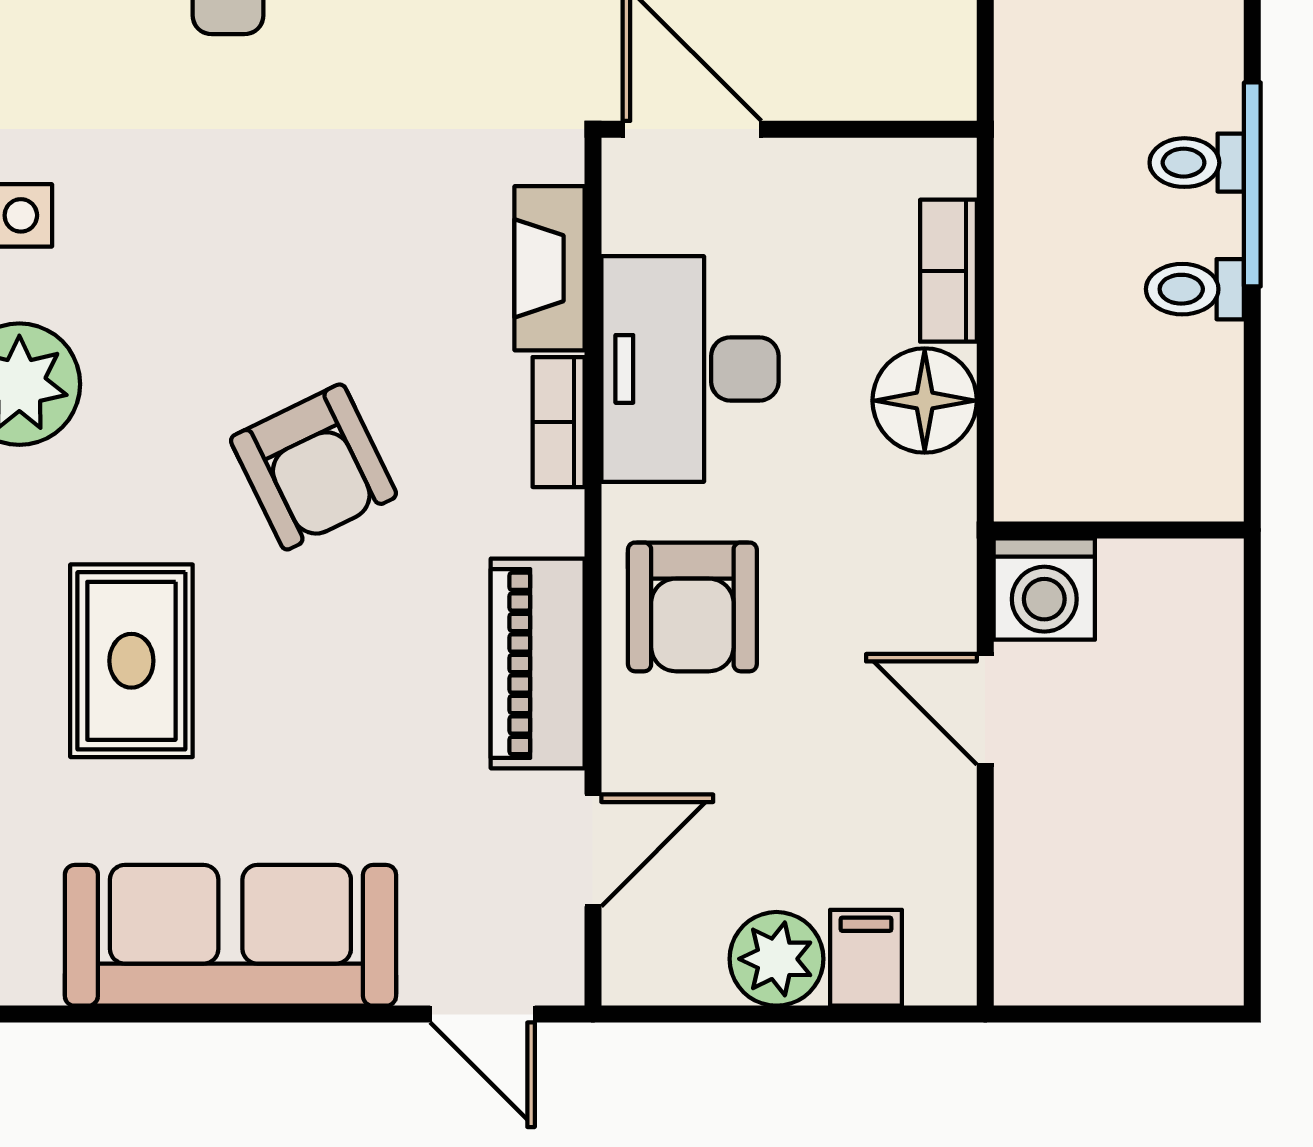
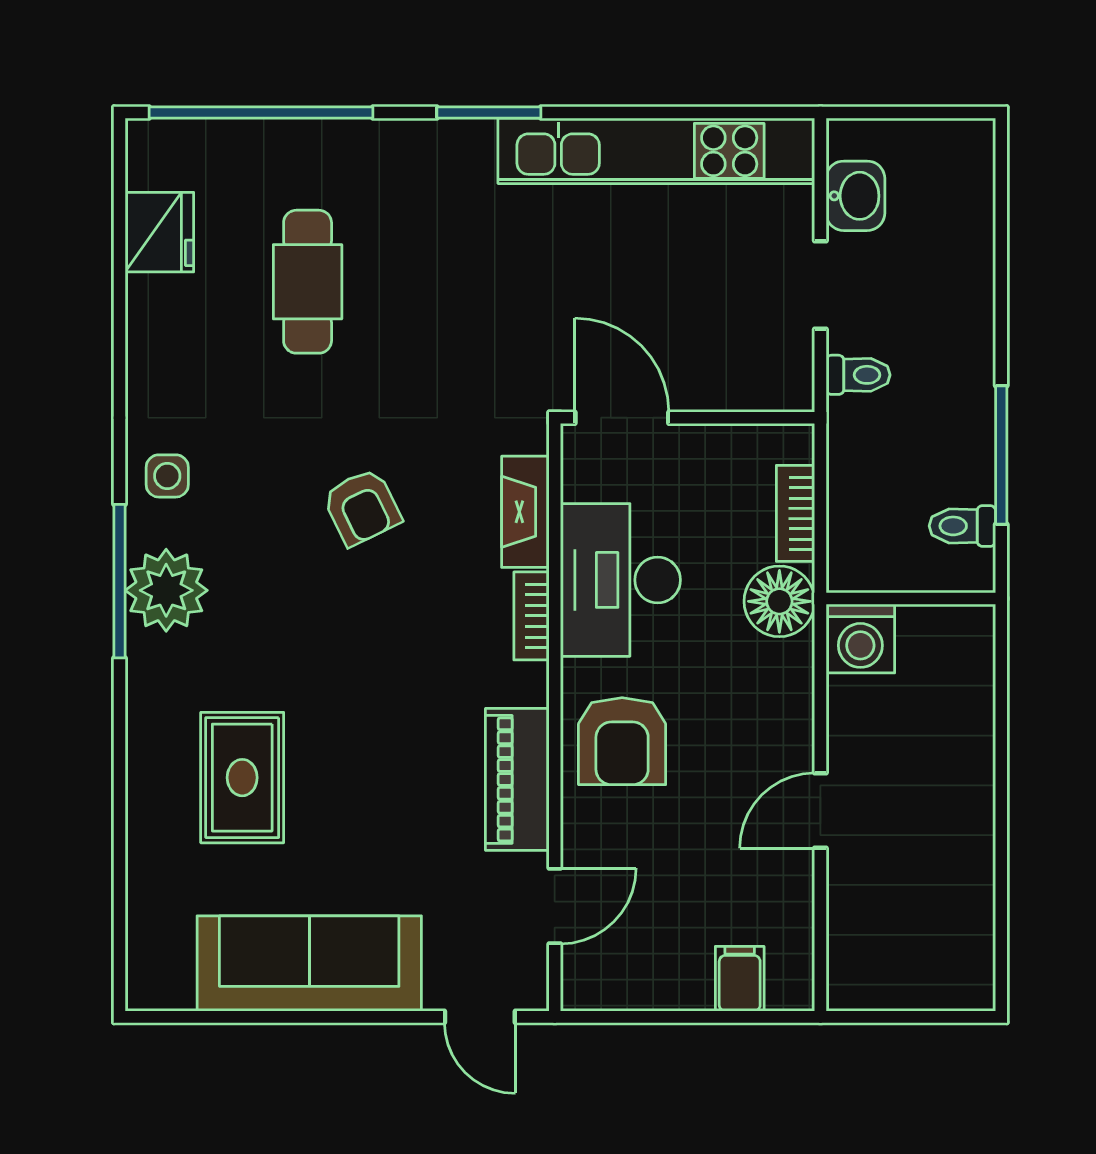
toilet: (1197, 163) -> (858, 375), moved, turned 180
armchair: (313, 467) -> (362, 507), moved, width x0.72, depth x0.72
wall: (1119, 530) -> (911, 599), moved
washing machine: (1044, 589) -> (860, 639), moved
door: (985, 709) -> (820, 811), hinge flipped
plant: (776, 959) -> (679, 979), removed

